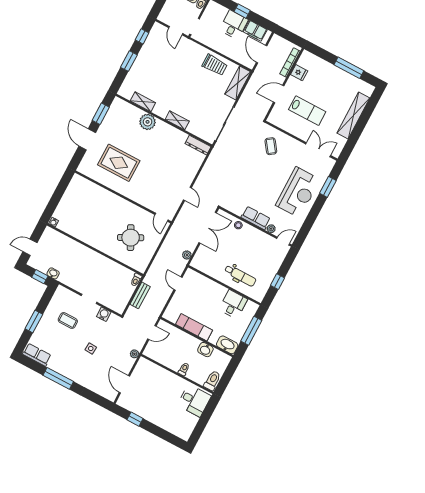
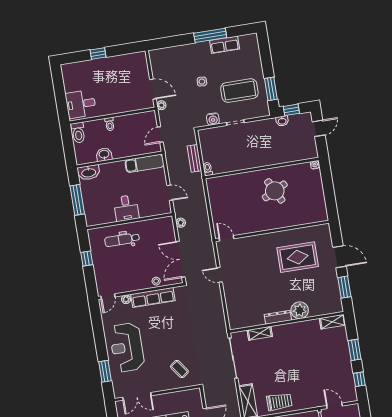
trolley: (215, 65) -> (279, 402), turned 180
shelving: (143, 102) -> (333, 322), moved
shelving: (177, 120) -> (260, 333), moved
dresser: (198, 145) -> (278, 317), moved
row of seats: (256, 218) -> (153, 297), width x1.48
round table: (131, 238) -> (275, 191), moved
desk: (233, 304) -> (126, 208), moved
coffee table: (68, 320) -> (239, 91), width x1.86, depth x1.72
window: (34, 321) -> (271, 89), moved
exam couch: (194, 327) -> (145, 163), moved
row of seats: (37, 355) -> (225, 45), moved
door: (124, 384) -> (153, 89), moved
window: (135, 419) -> (98, 54), moved

